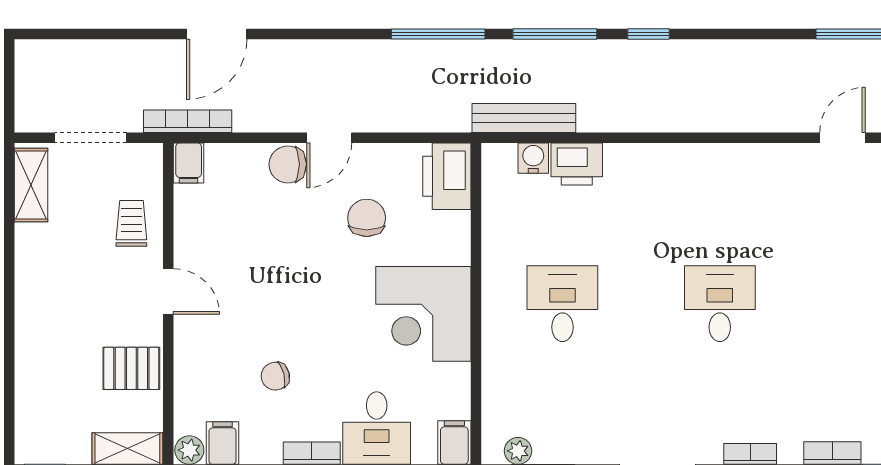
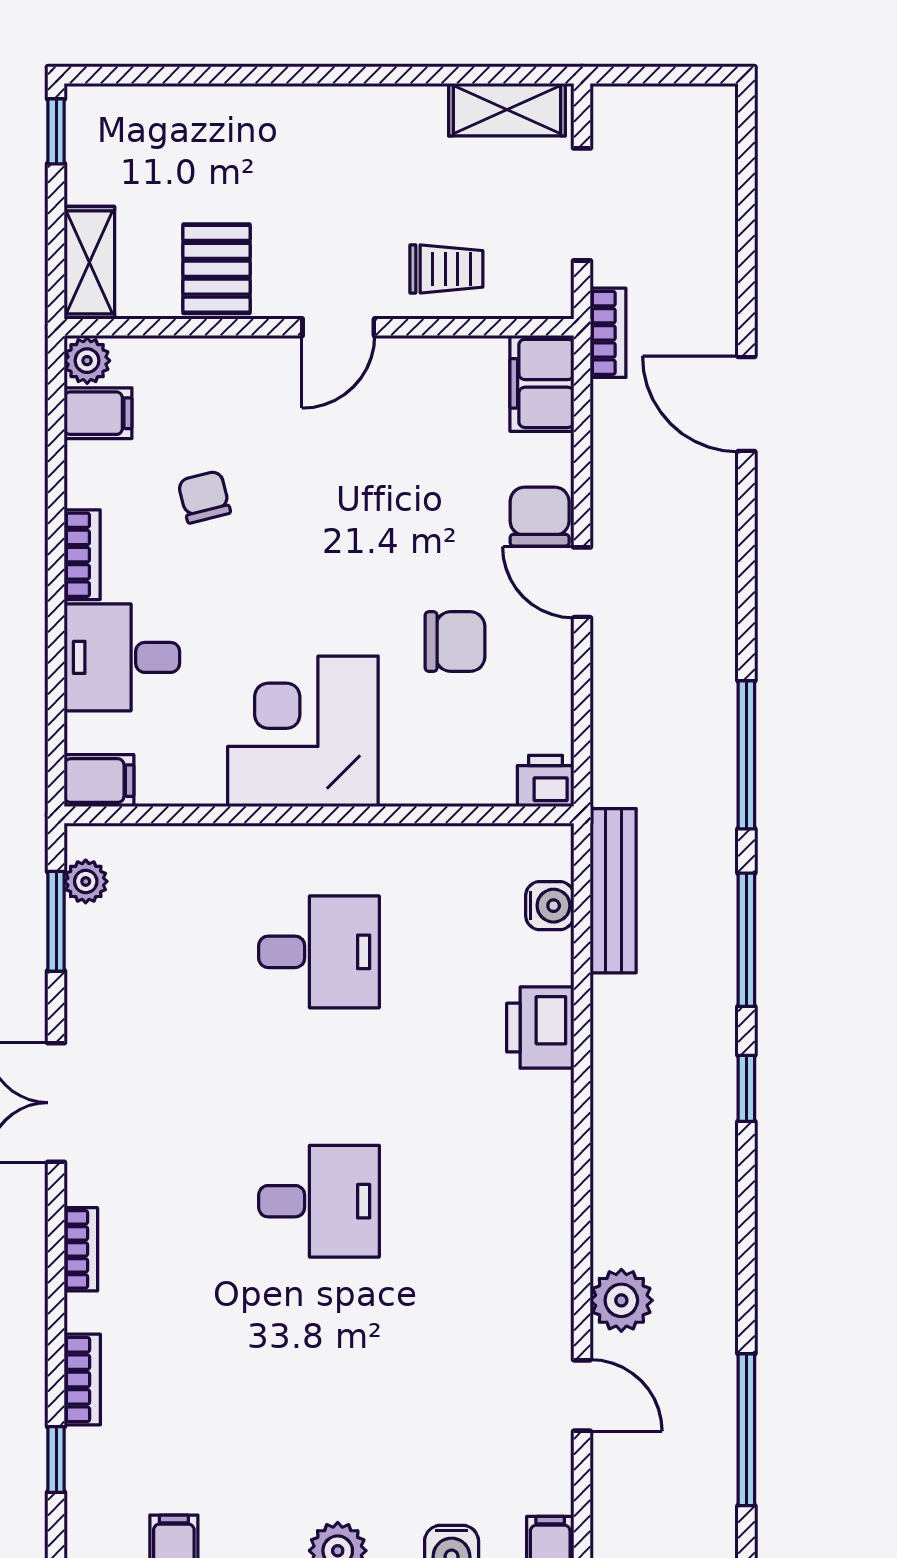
plant: (782, 113) -> (621, 1300), added
bookcase: (188, 121) -> (608, 333), width x0.64
filing cabinet: (189, 163) -> (542, 383), width x2.00
printer: (577, 164) -> (540, 1028), moved
printer: (447, 176) -> (546, 781), width x0.53, depth x0.68

